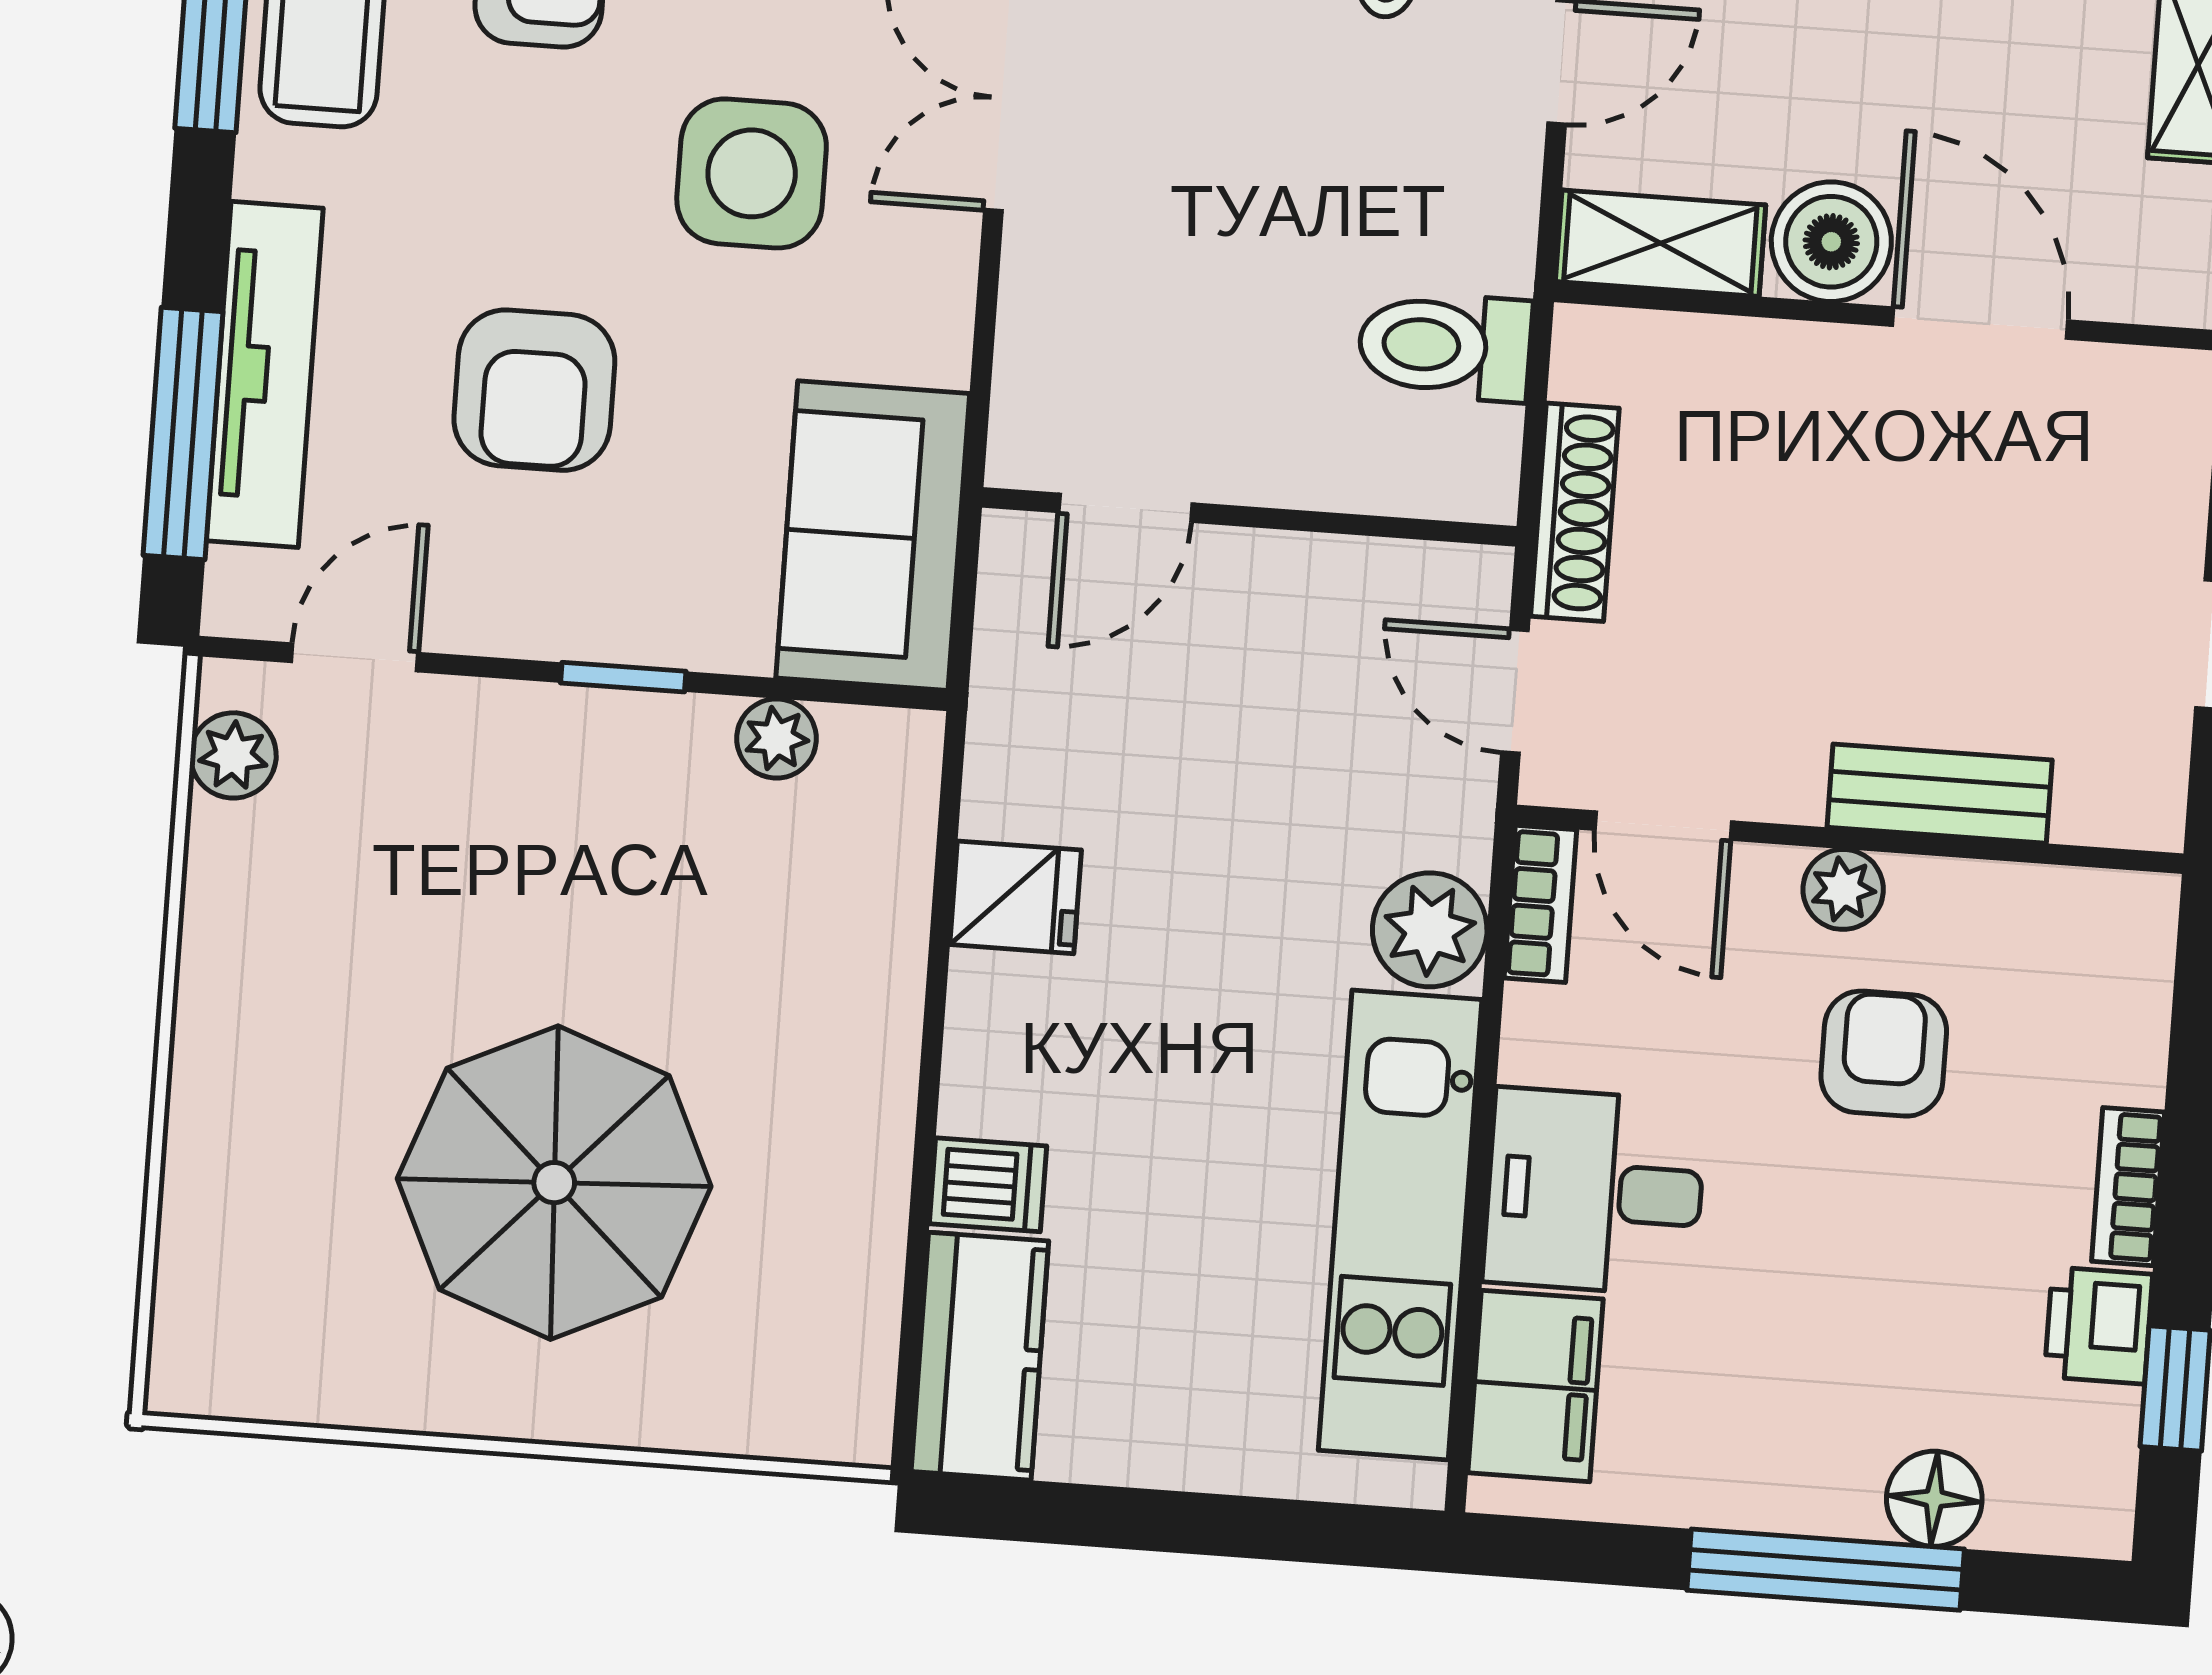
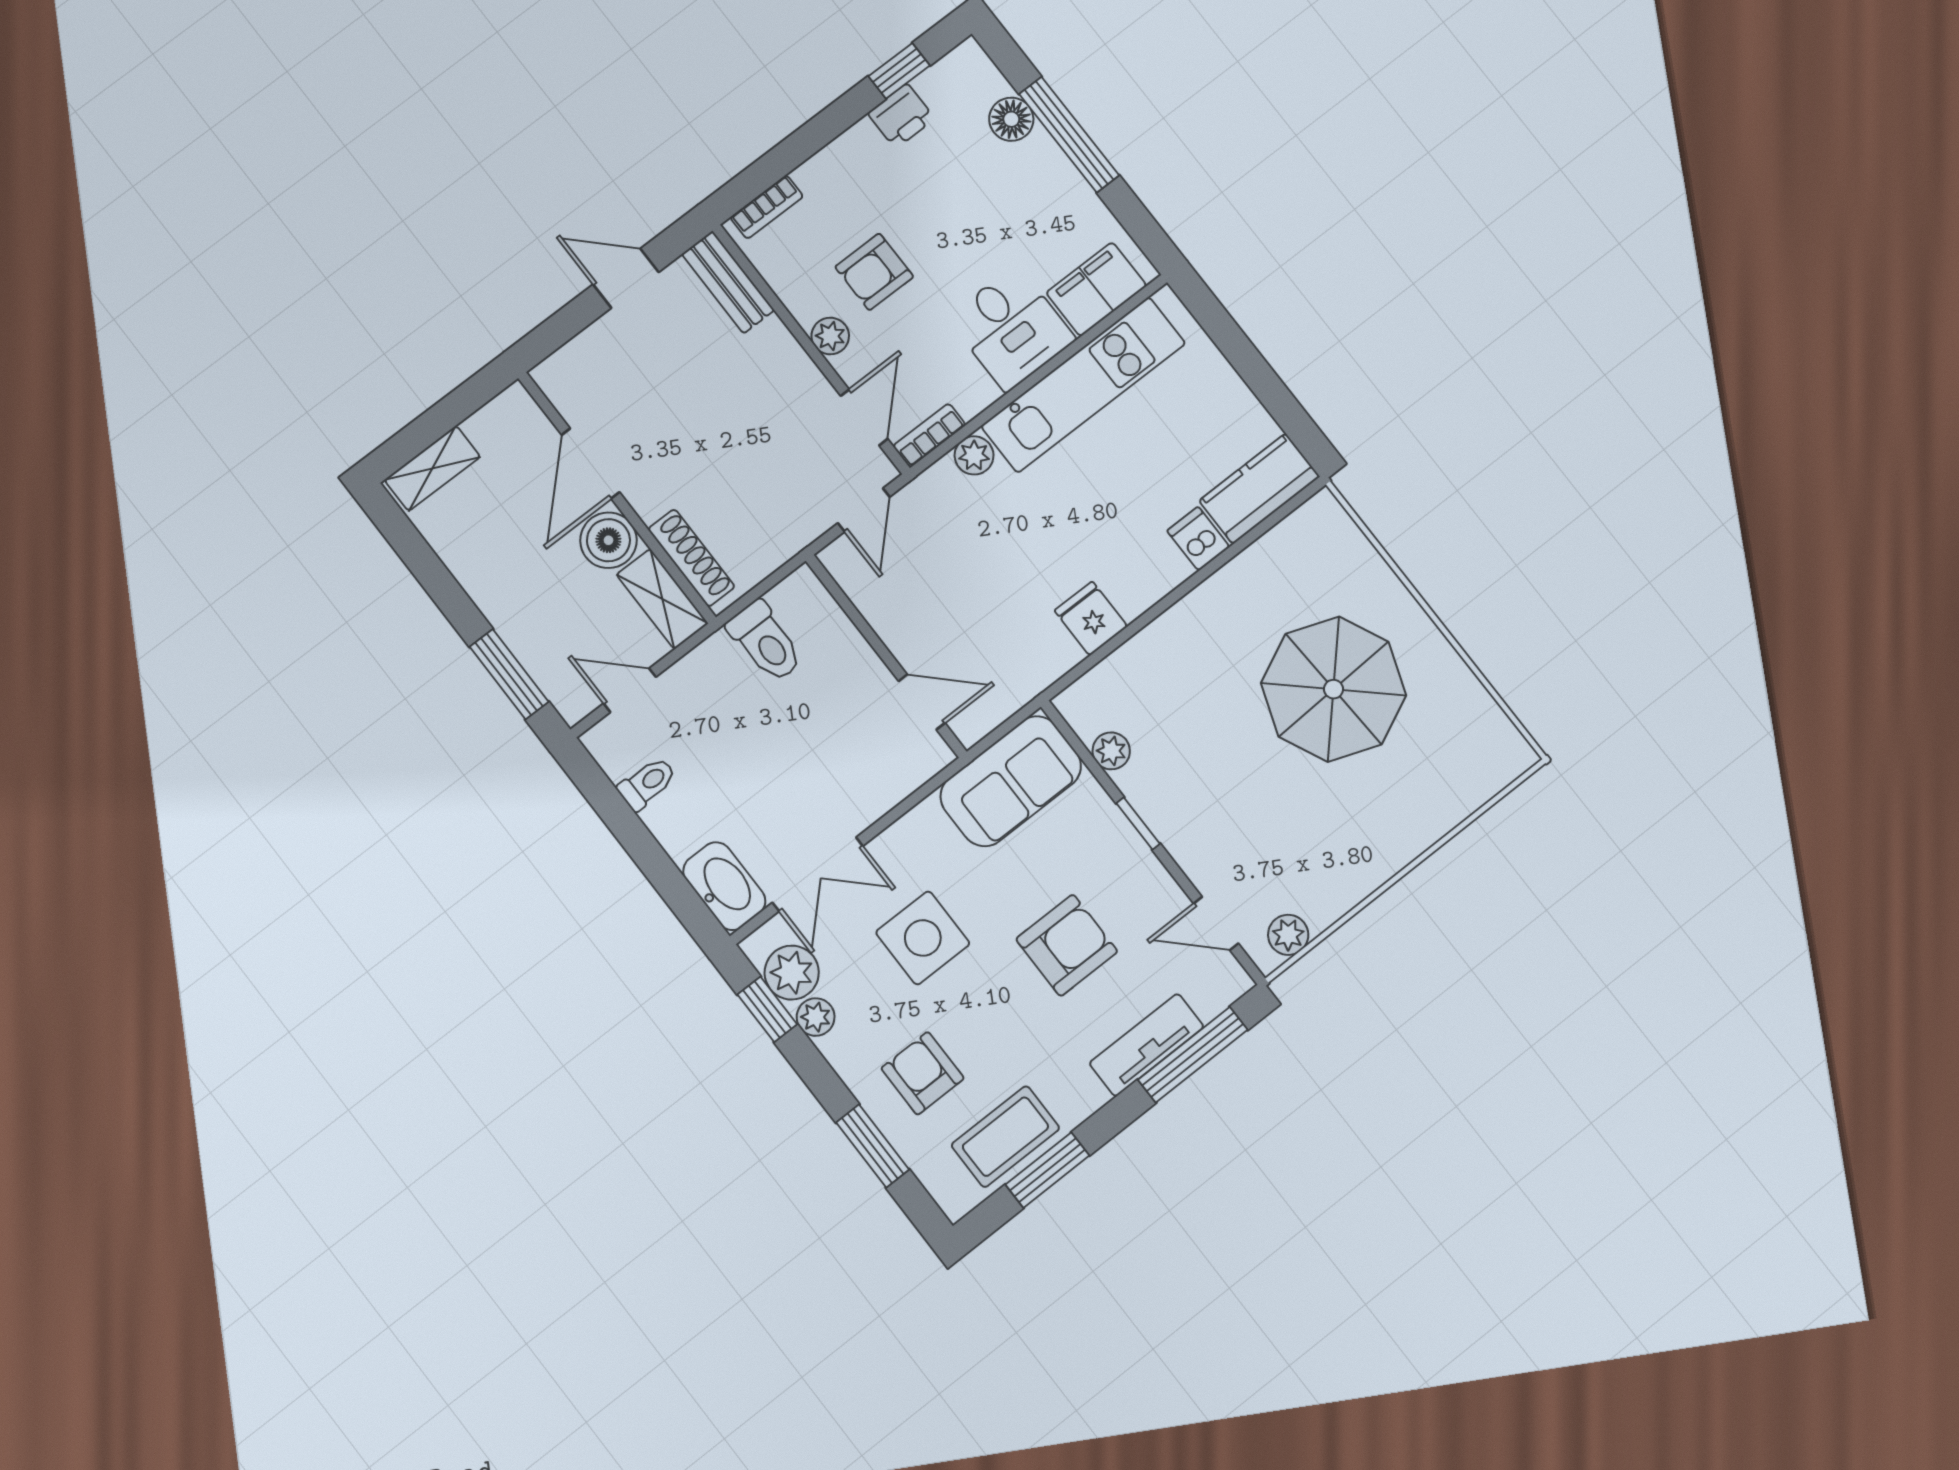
tv unit: (265, 374) -> (1147, 1045), width x0.71
shoe rack: (1575, 512) -> (691, 558), moved, turned 90
bench: (1940, 794) -> (728, 282), moved
plant: (1430, 930) -> (974, 455), width x0.73, depth x0.73
bookcase: (2128, 1187) -> (767, 207), moved

